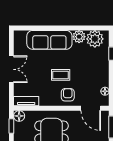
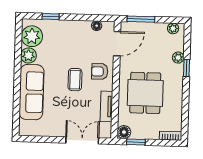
double door: (11, 69) -> (82, 140), moved
tv unit: (26, 101) -> (106, 106), moved

